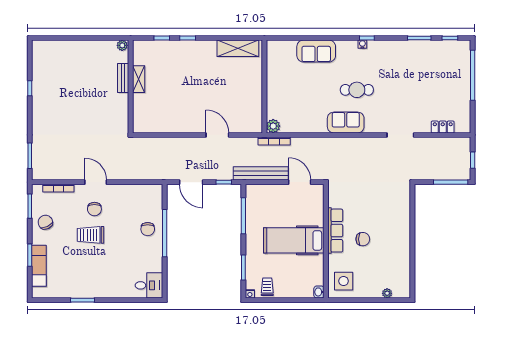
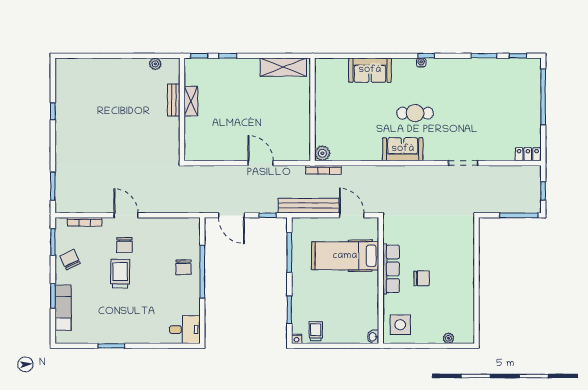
bench: (123, 78) -> (174, 100), moved
shelving: (139, 79) -> (191, 101), moved
wall: (131, 86) -> (182, 109), moved
locker: (443, 127) -> (528, 154), moved
trolley: (90, 235) -> (120, 274), turned 90
hospital bed: (294, 240) -> (345, 256), moved

